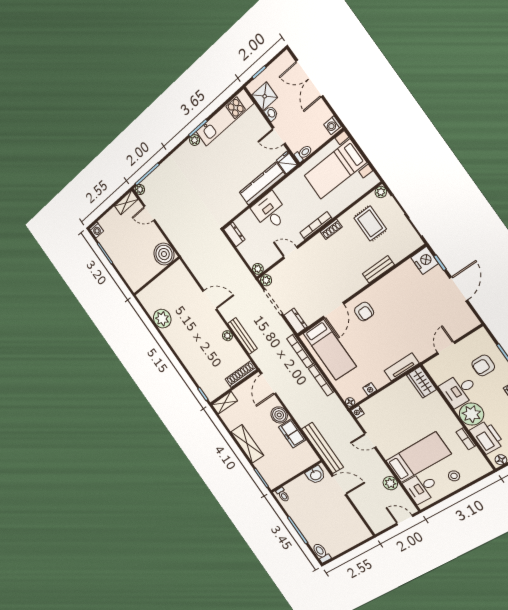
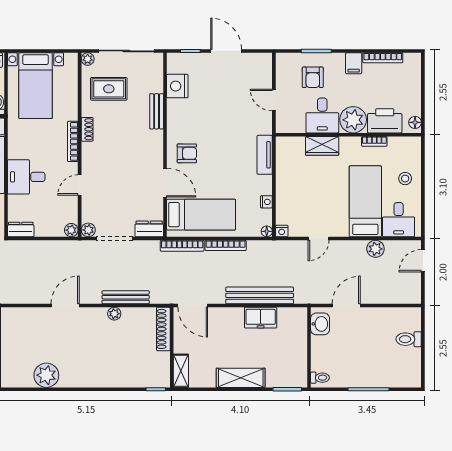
nightstand: (425, 260) -> (177, 86), moved, turned -90
wardrobe: (421, 382) -> (322, 146), moved
boiler: (279, 415) -> (233, 318), removed
bench: (322, 448) -> (260, 295), moved
toilet: (321, 553) -> (409, 339), moved

